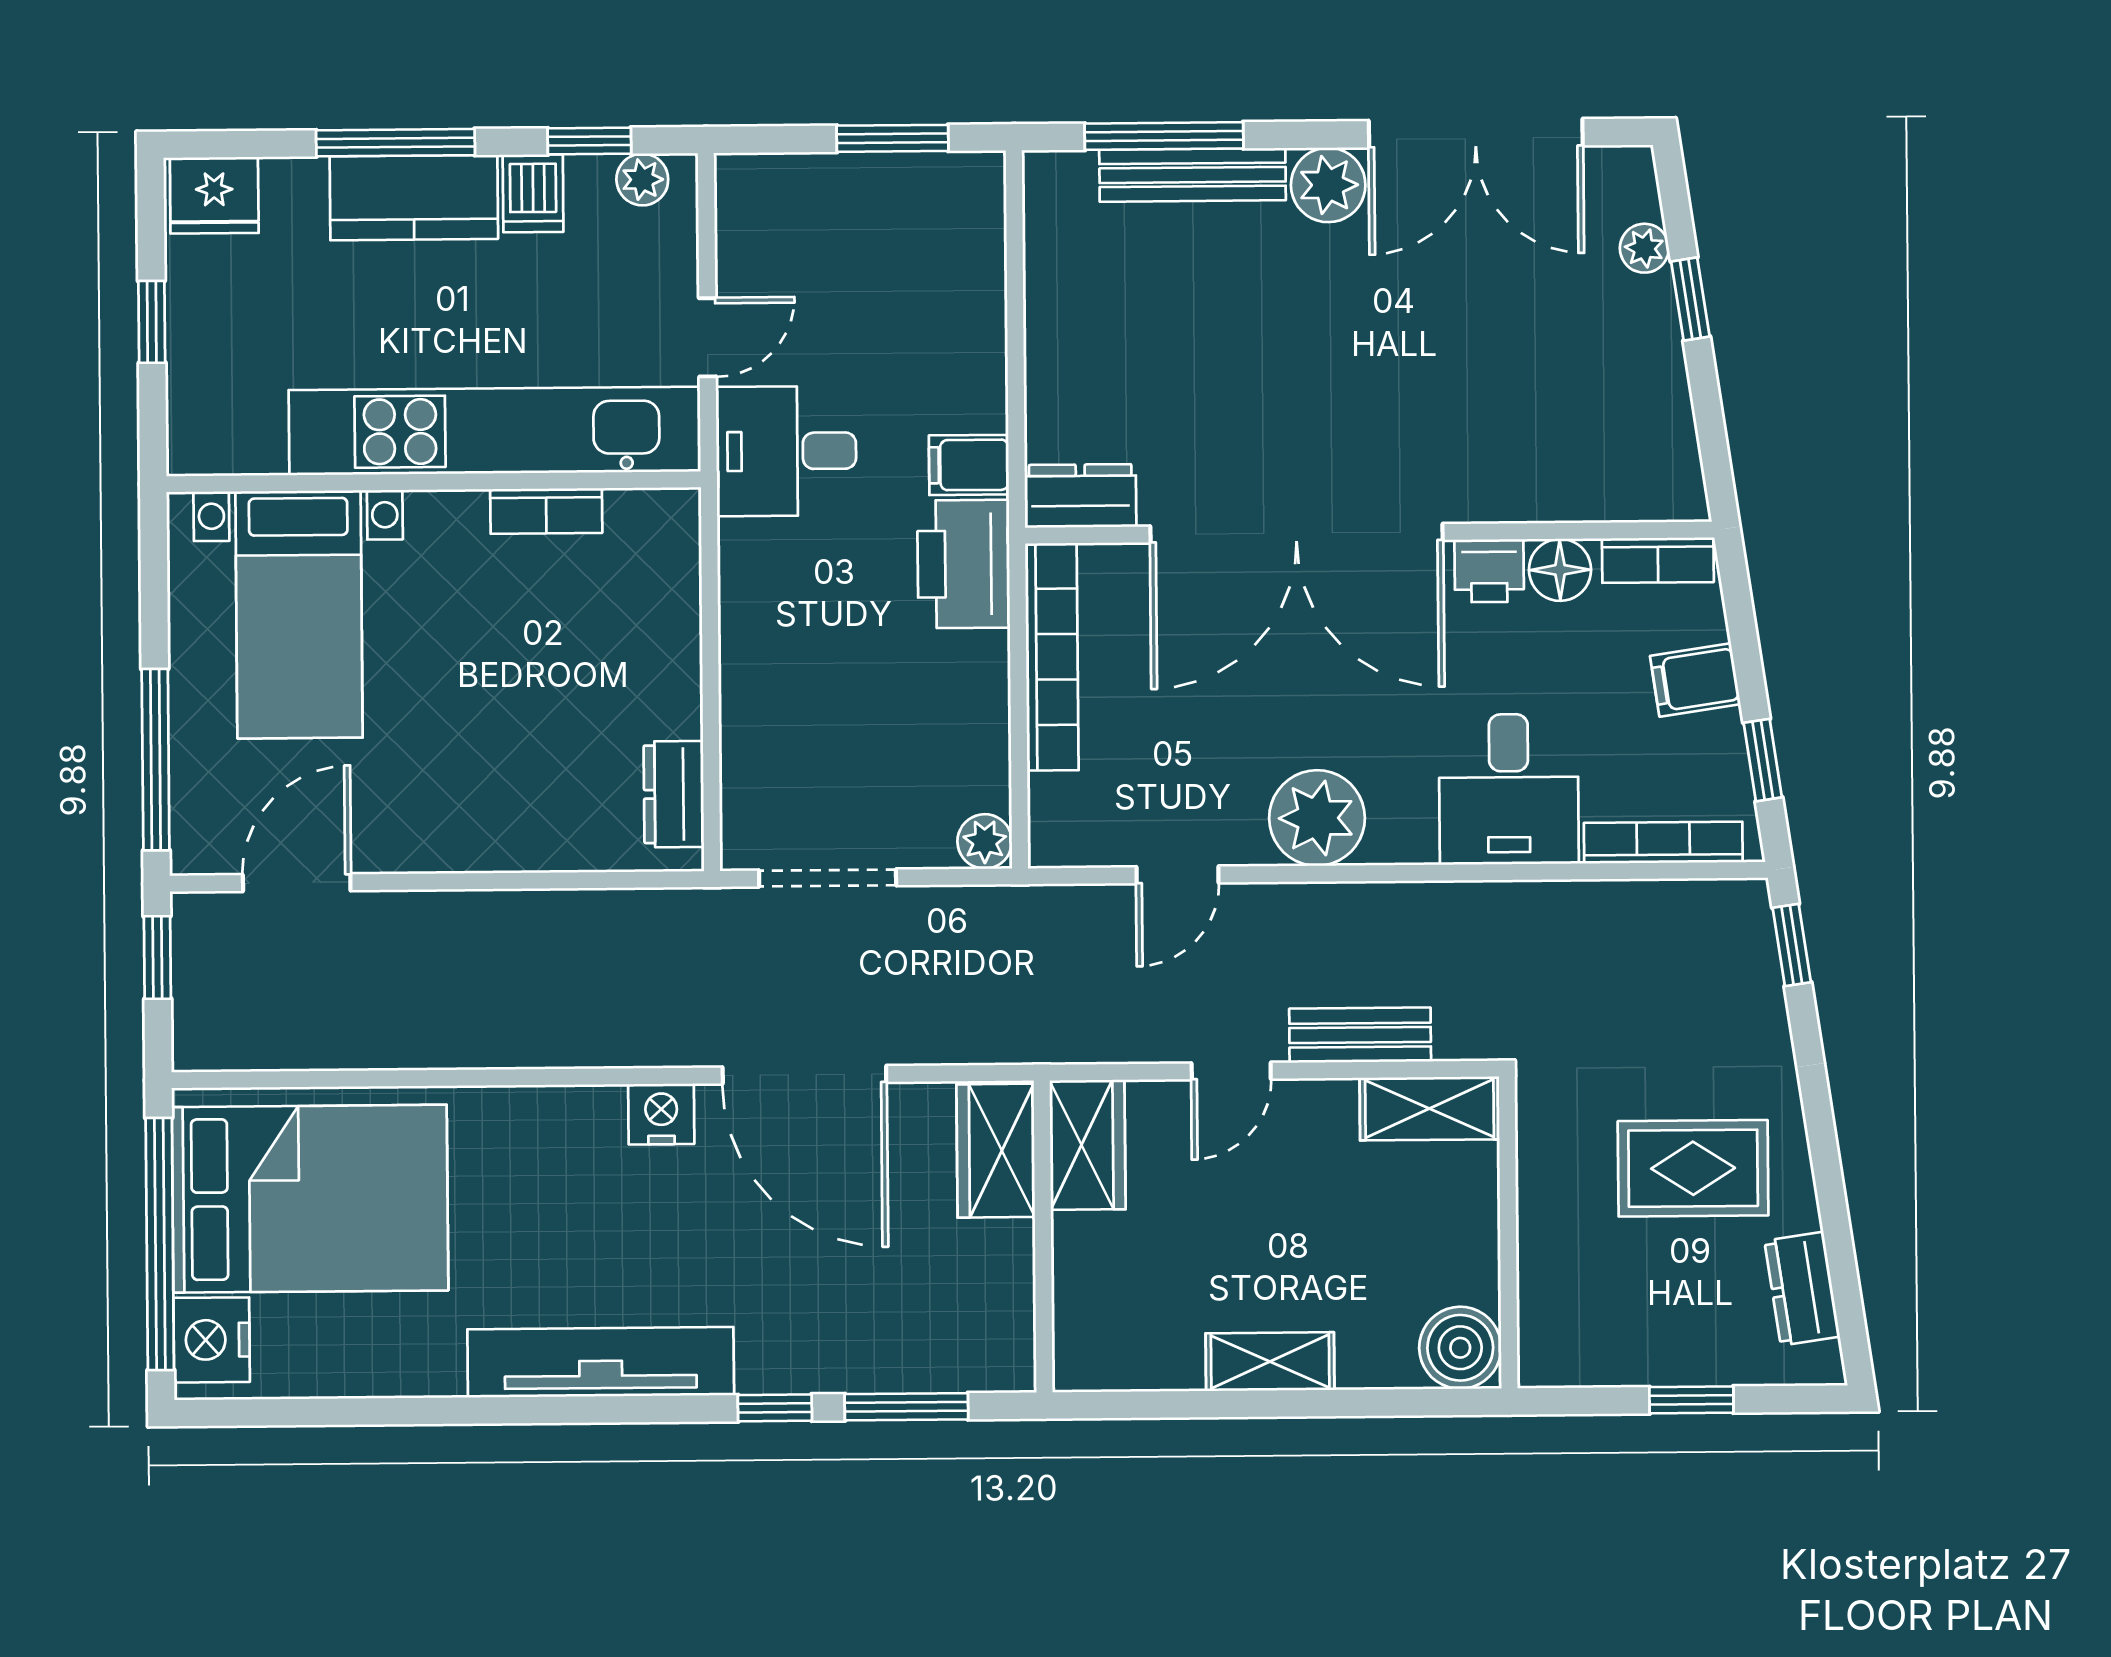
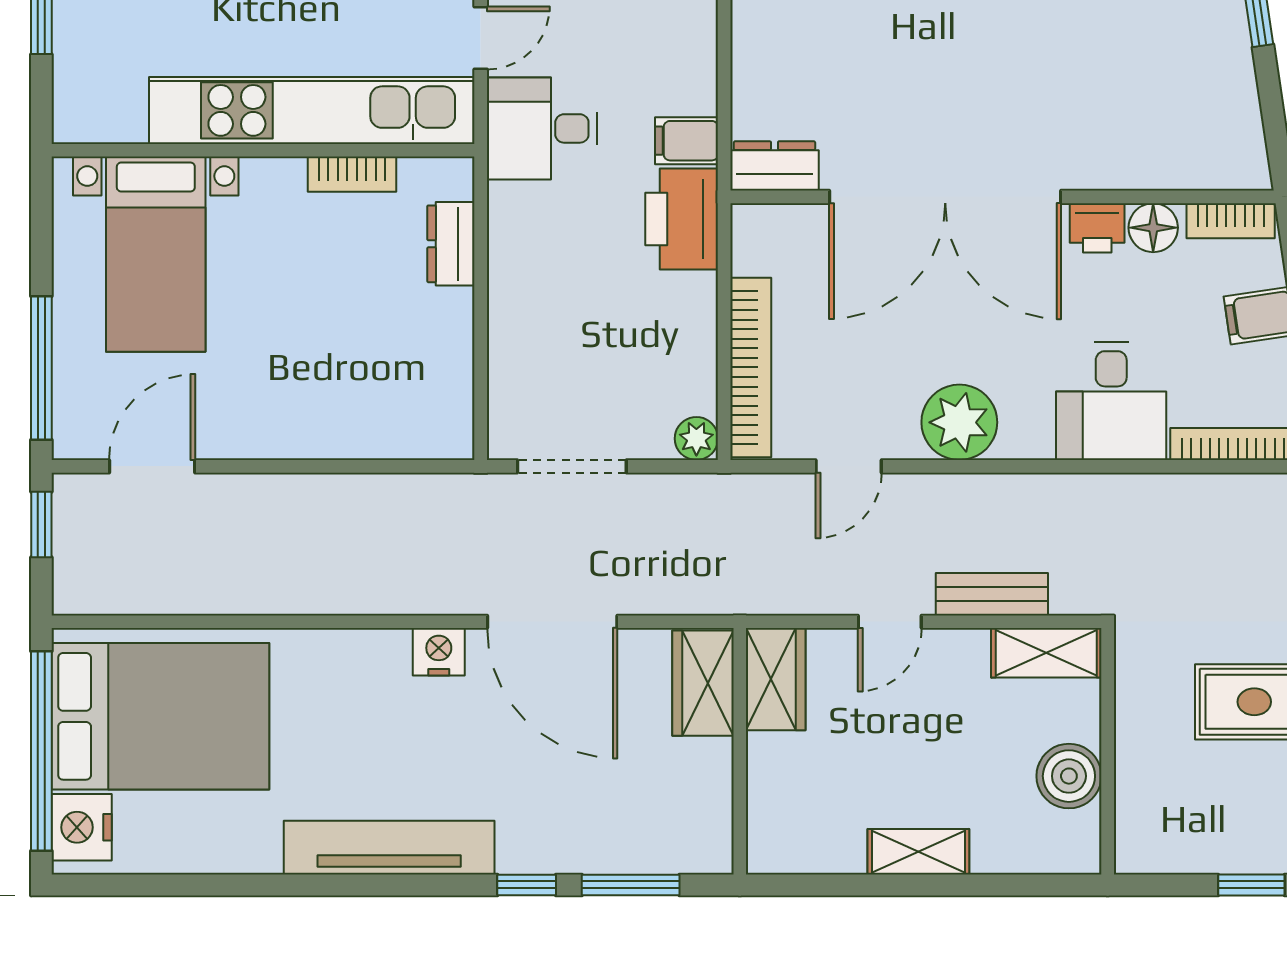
bookcase: (1052, 657) -> (751, 367), moved
dresser: (674, 794) -> (451, 244), moved
boiler: (1460, 1348) -> (1069, 776), moved

